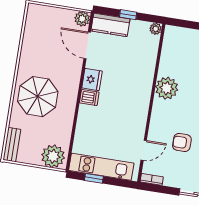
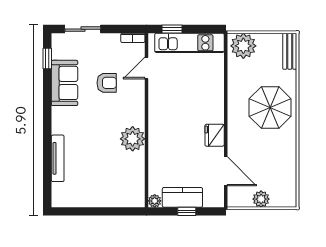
plant: (82, 19) -> (261, 199), moved
kitchen counter: (110, 25) -> (182, 197), moved
dishwasher: (89, 97) -> (214, 115), removed
window: (94, 178) -> (172, 29), moved

